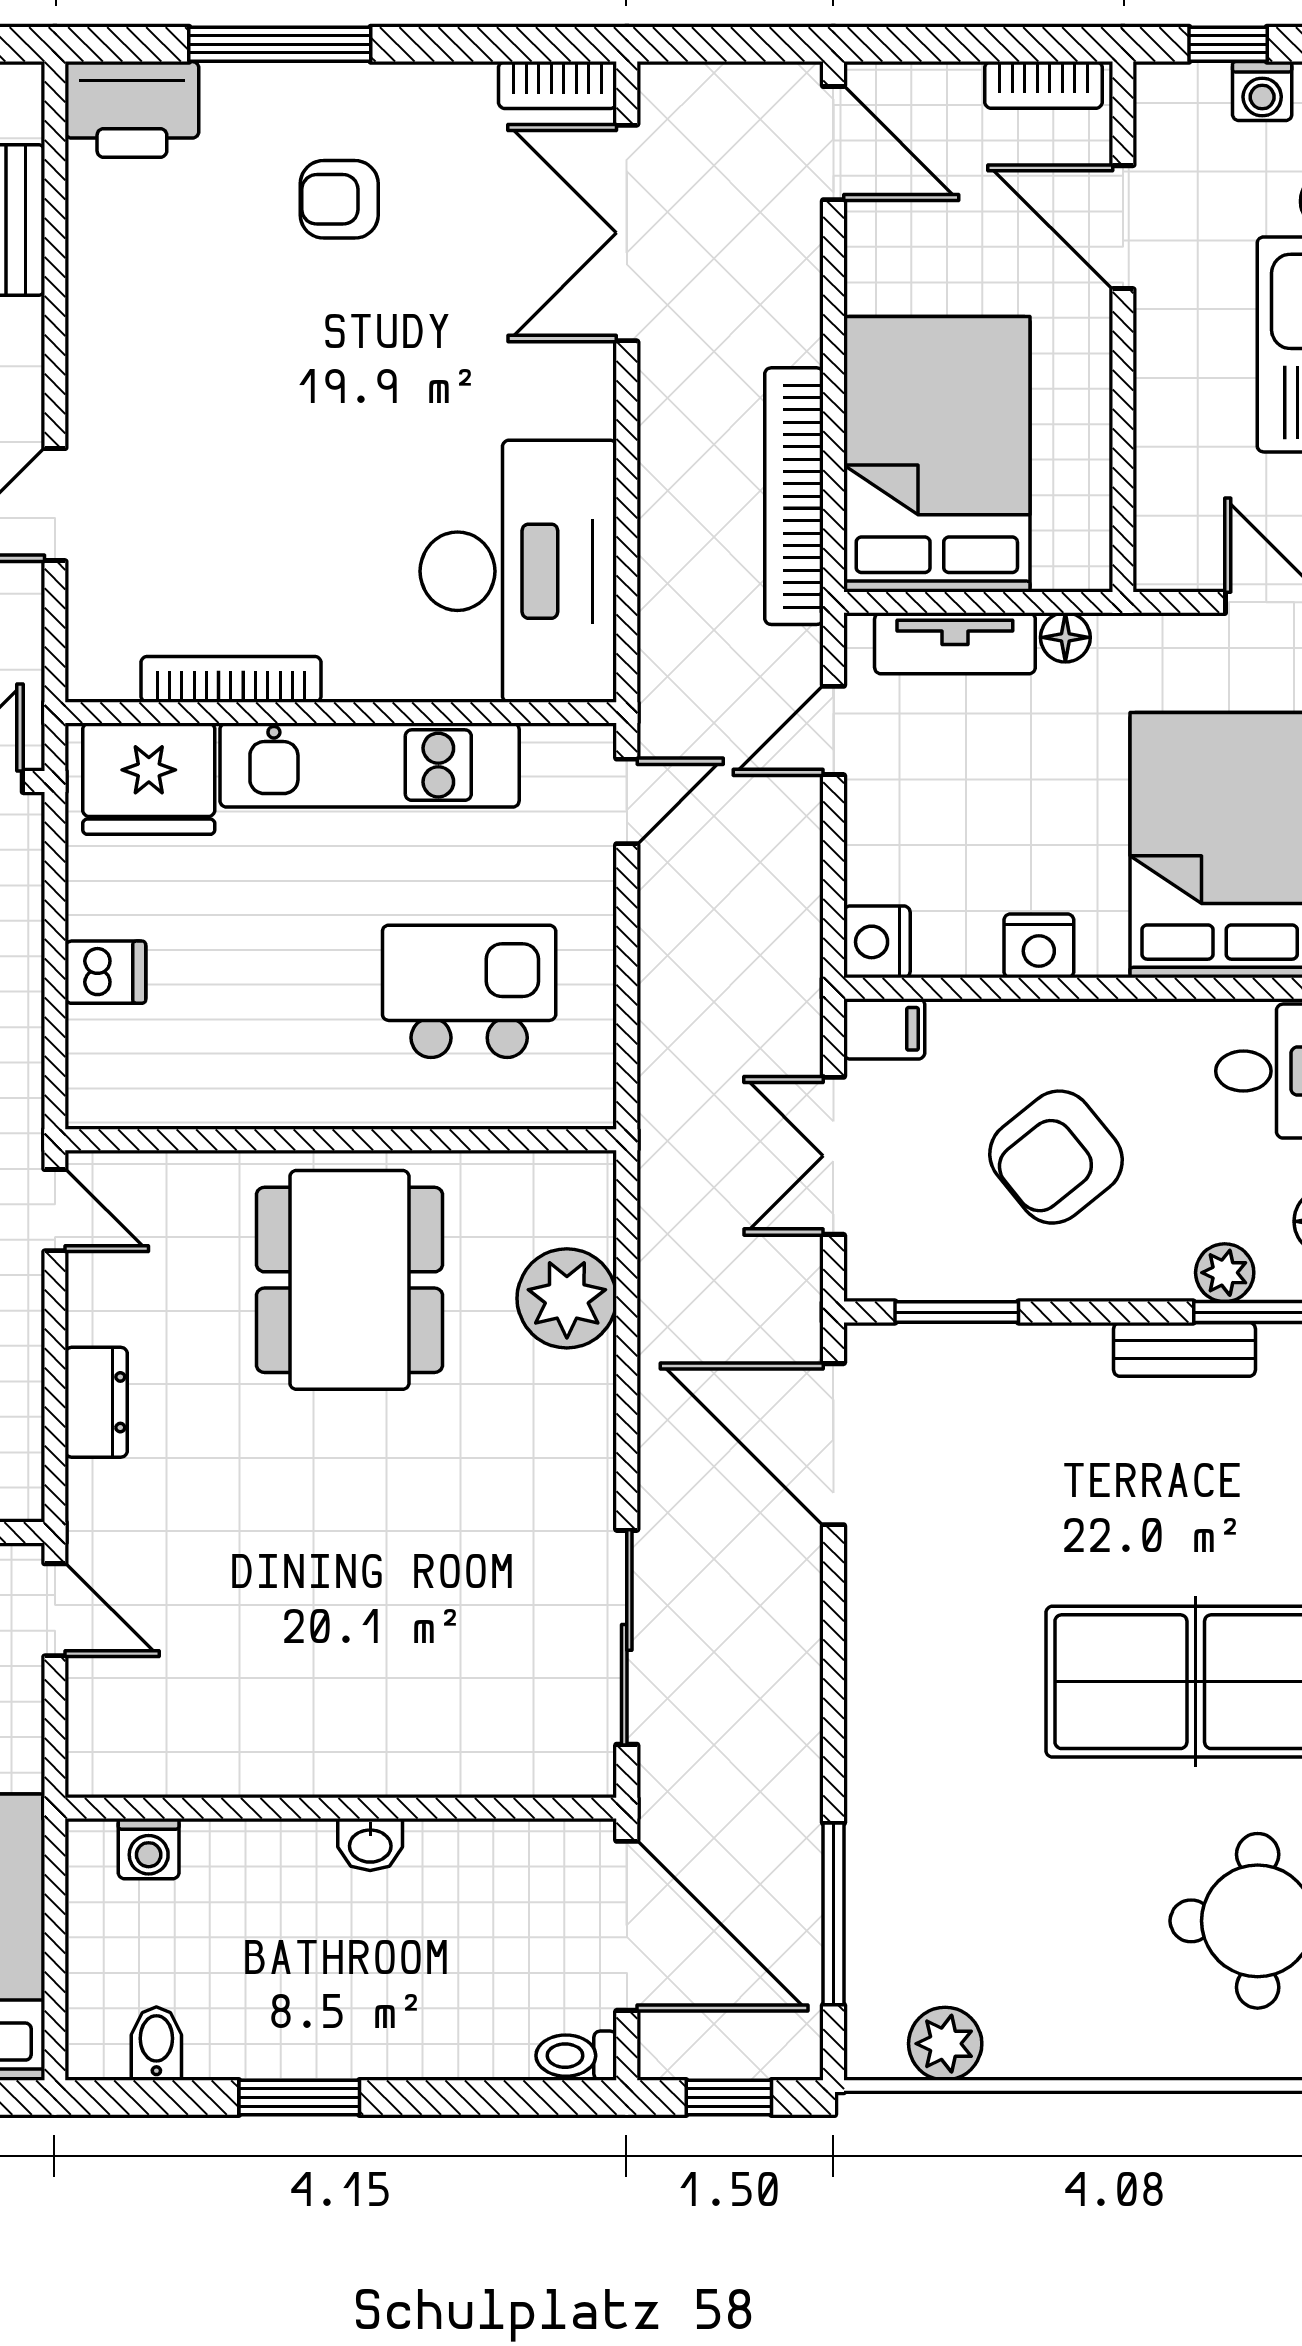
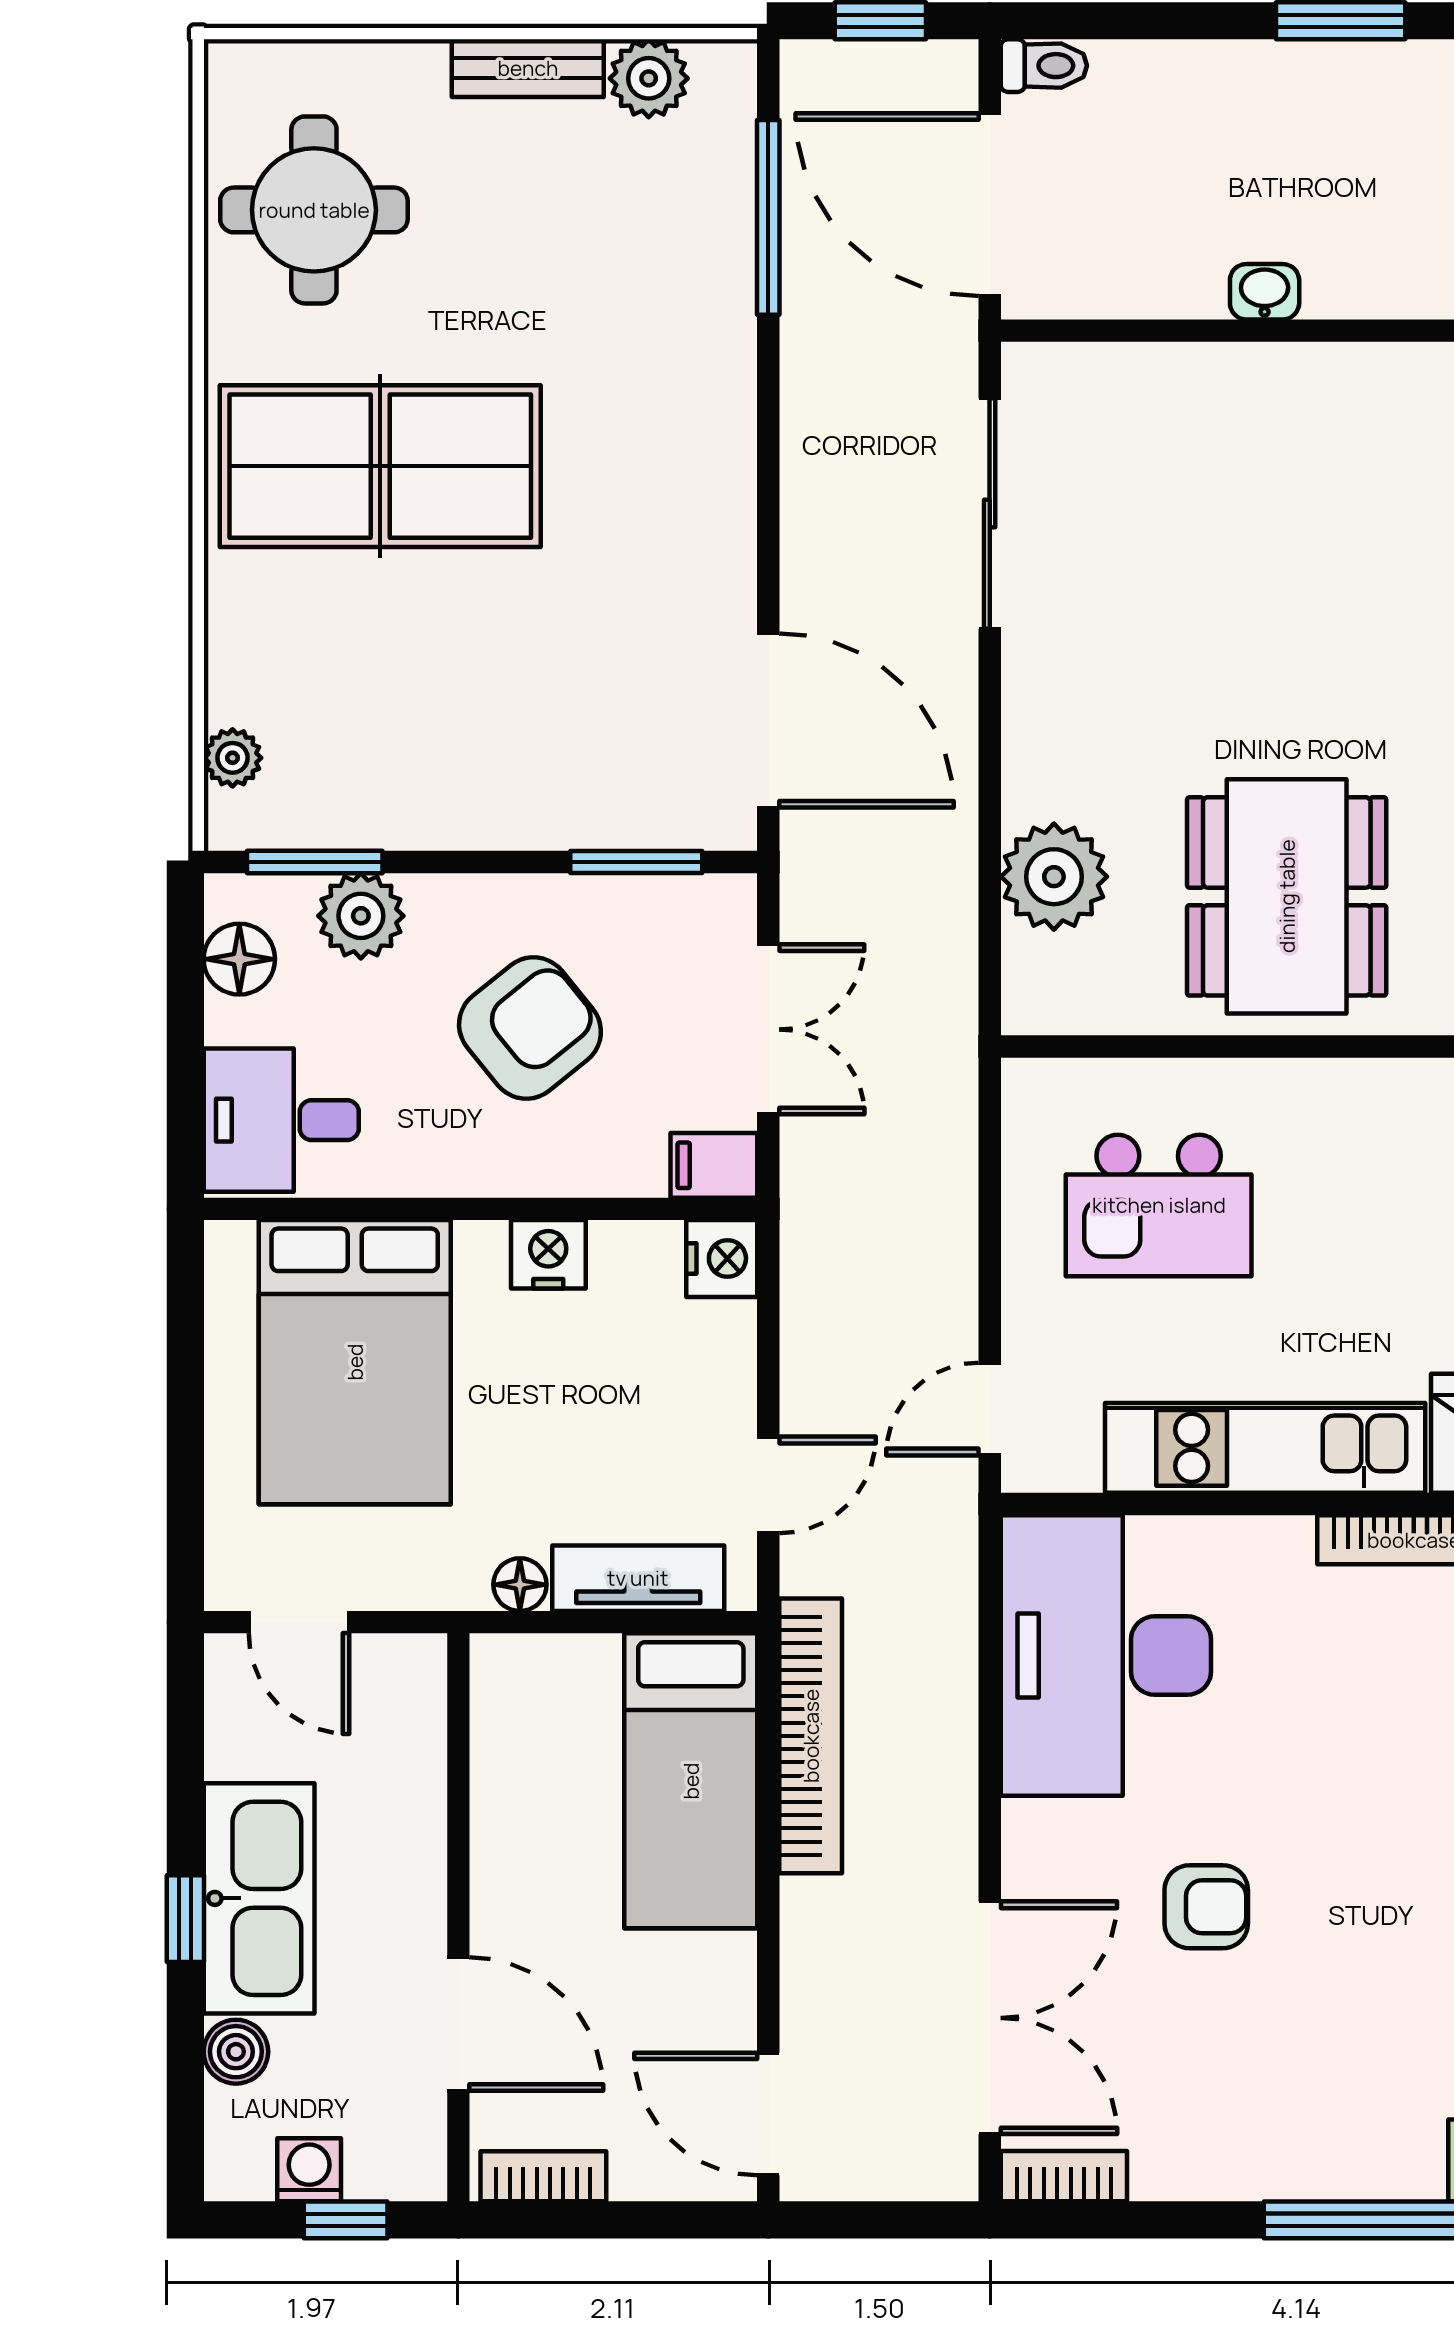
armchair: (339, 199) -> (1206, 1907), moved
bed: (937, 454) -> (691, 1781), width x0.67
plant: (1225, 1273) -> (361, 916), width x1.38, depth x1.38
bench: (1185, 1349) -> (528, 68), moved

